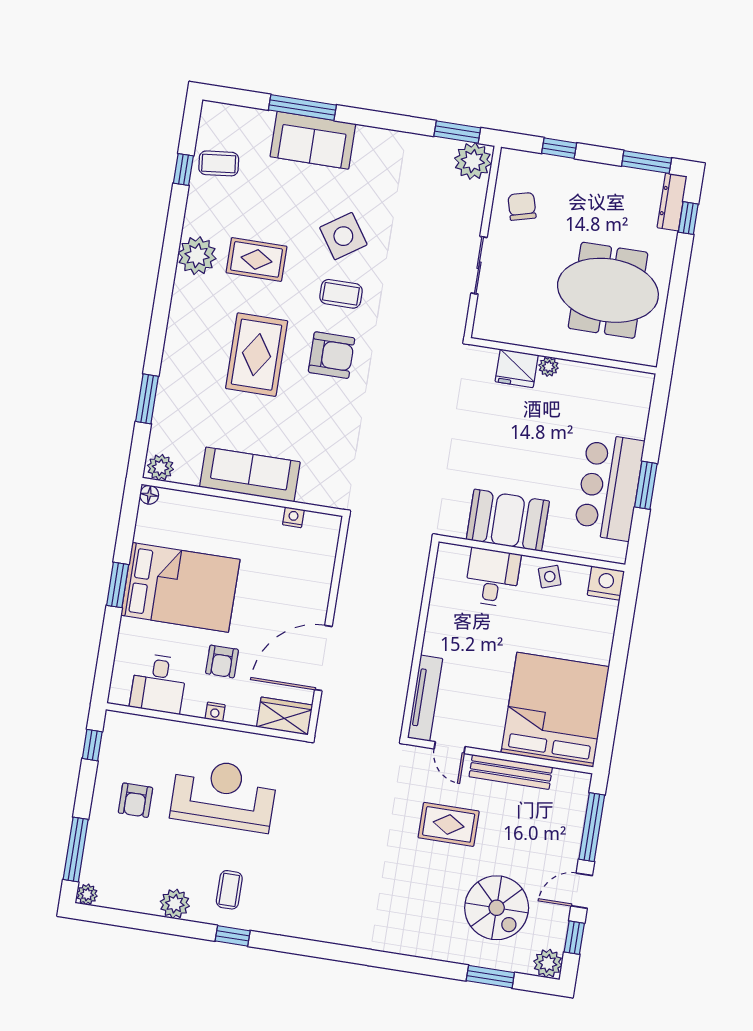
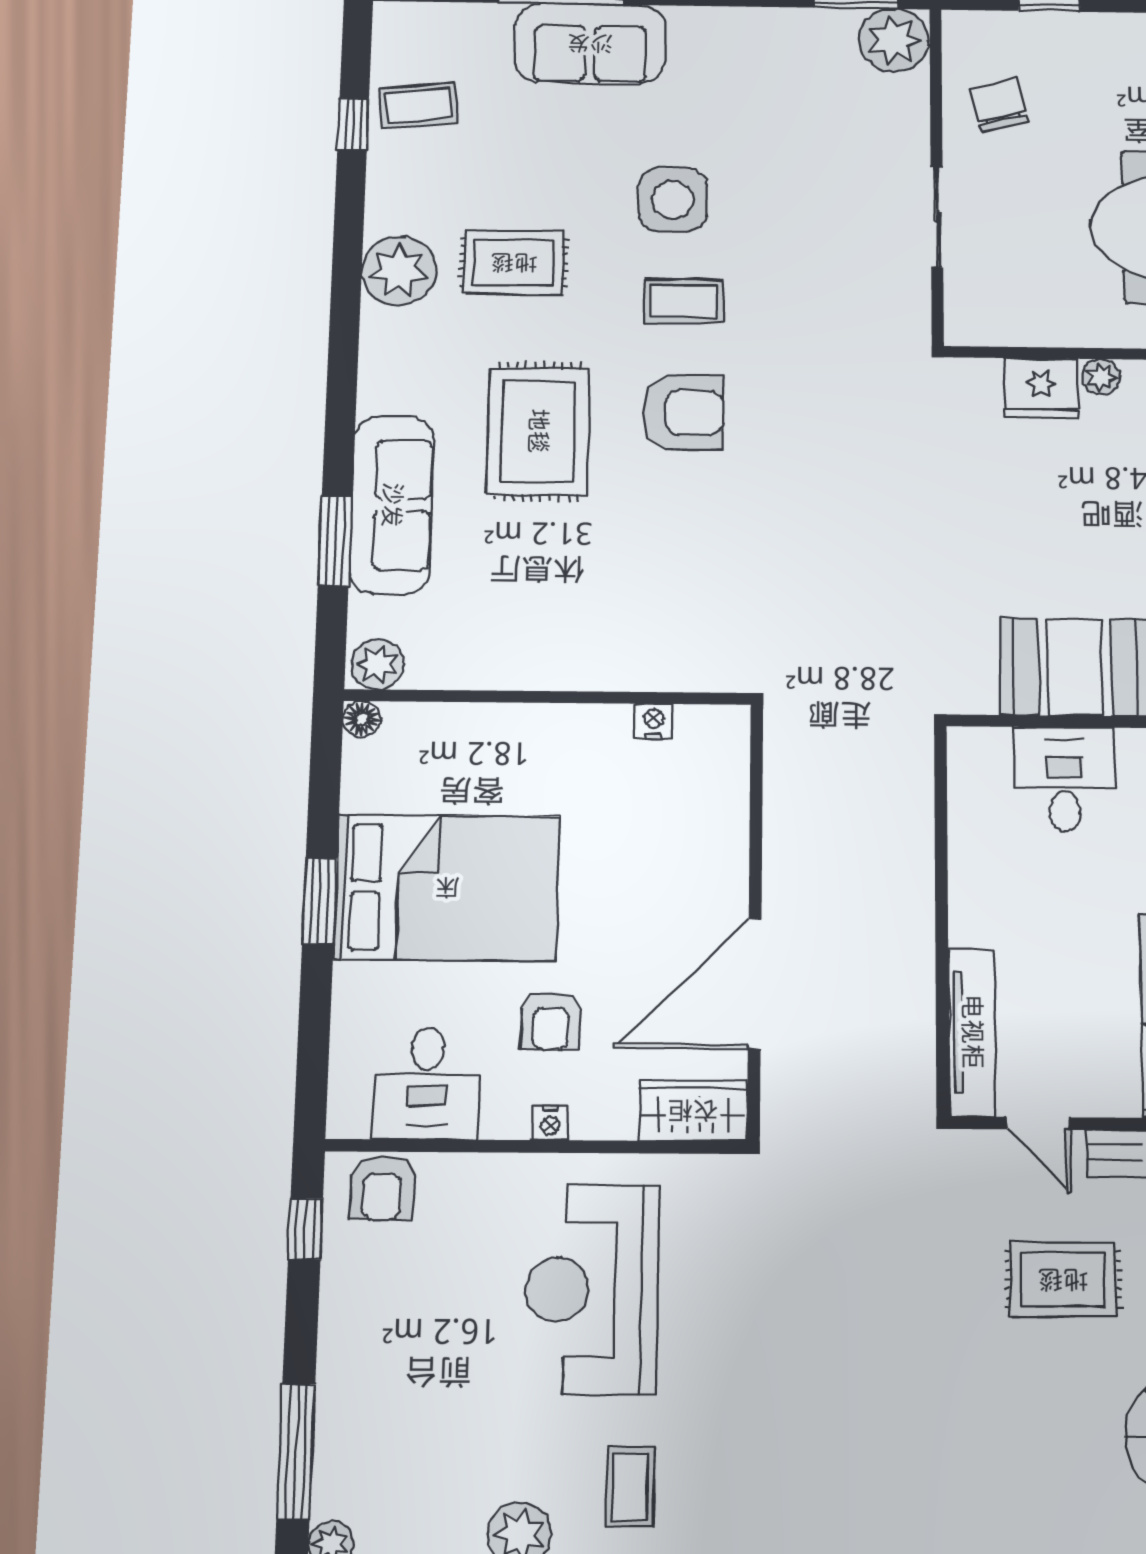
side table: (343, 236) -> (673, 200), turned 34
sofa: (250, 474) -> (392, 505), moved, turned 90
reception desk: (224, 795) -> (591, 1289), turned -90
armchair: (135, 800) -> (382, 1188), moved

